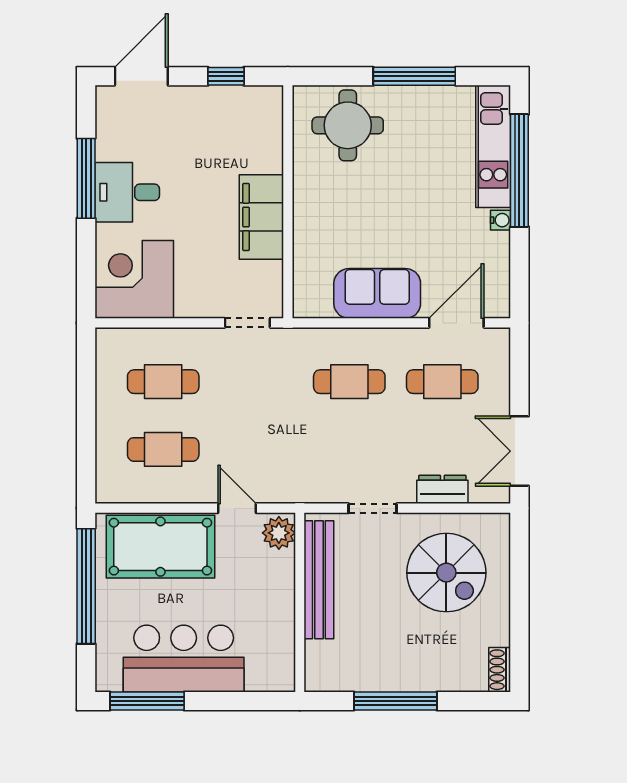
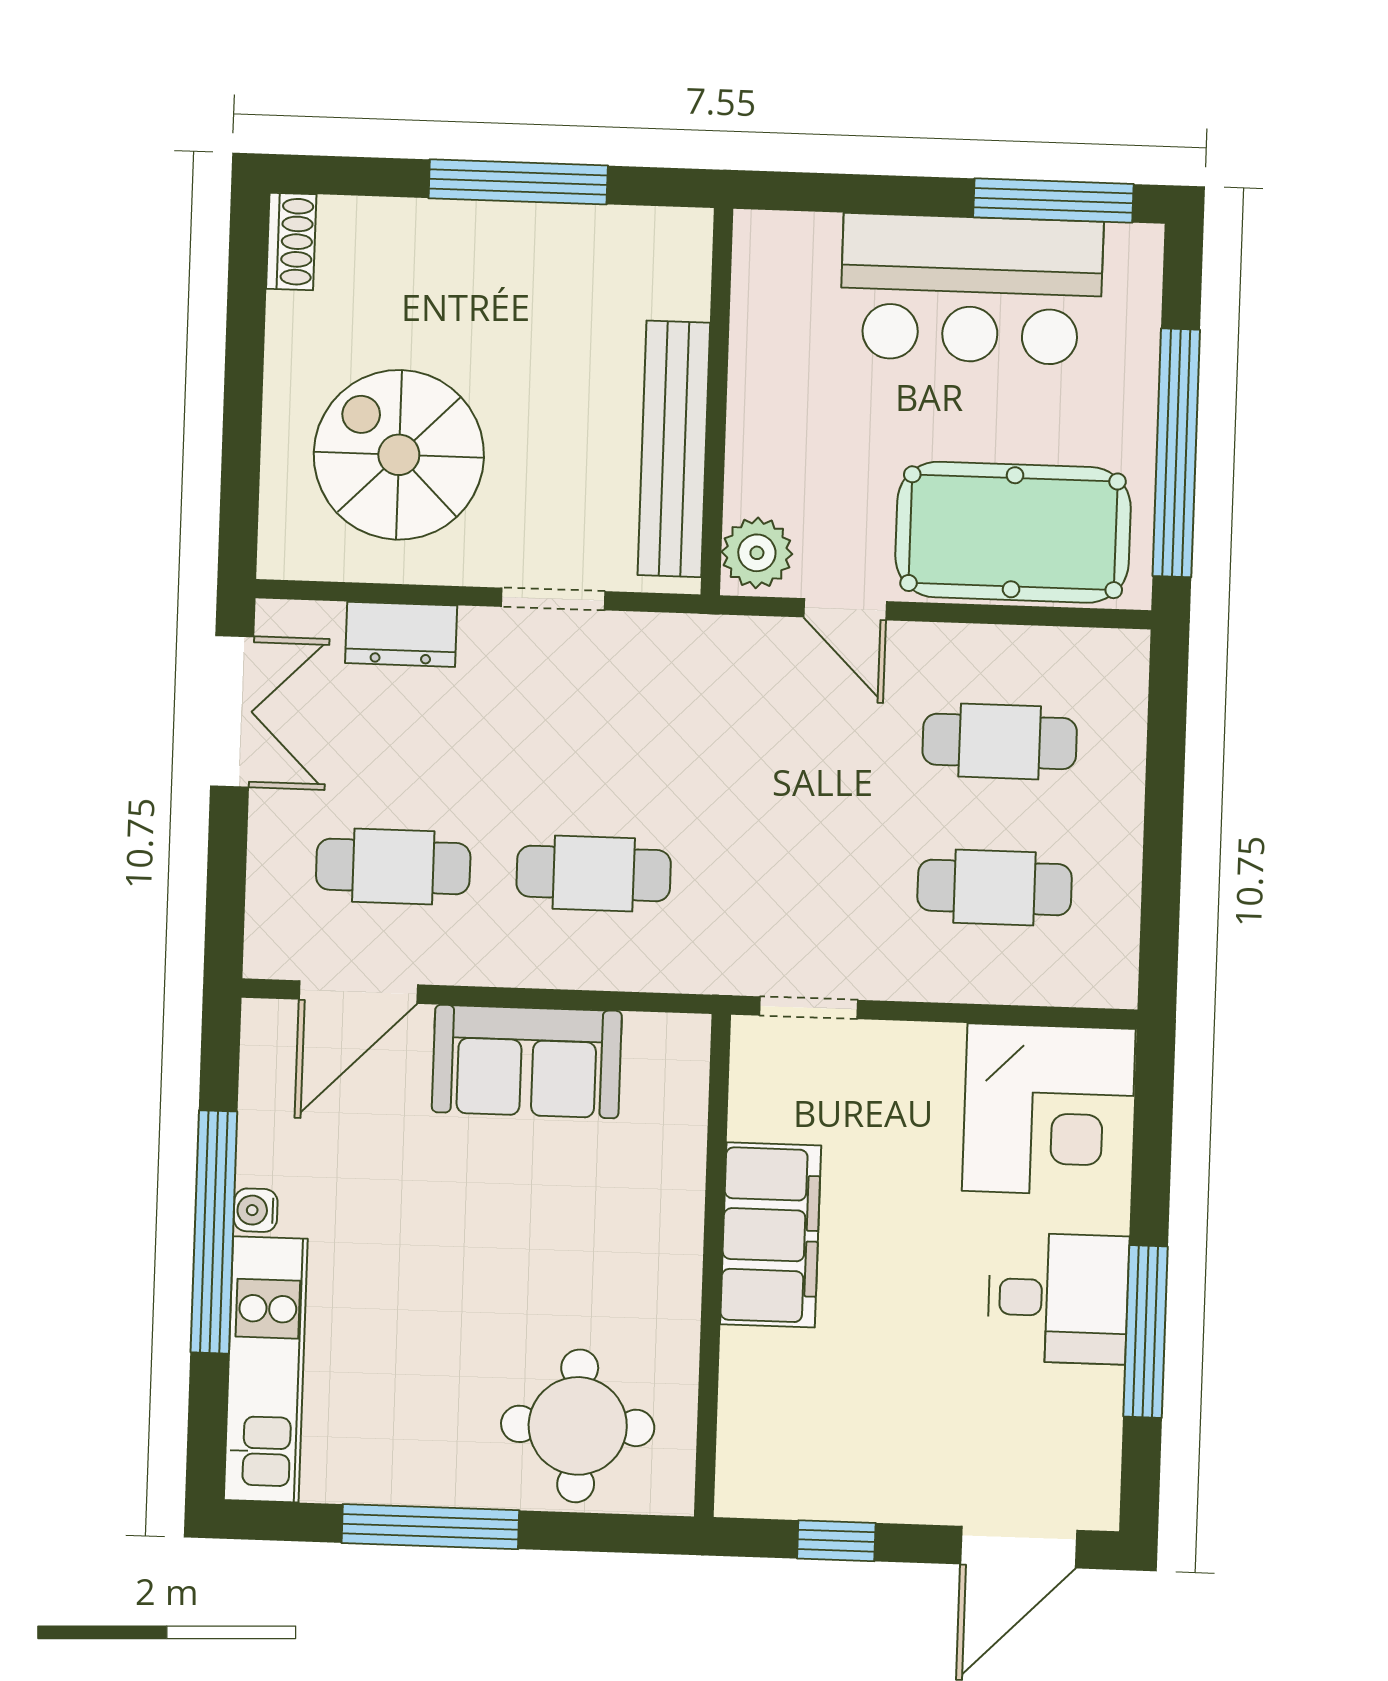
window: (519, 171) -> (214, 1232), moved

